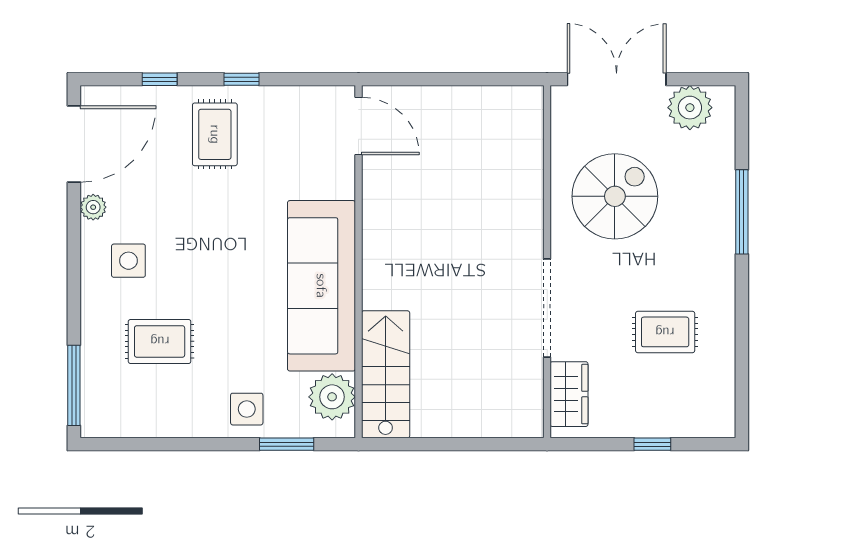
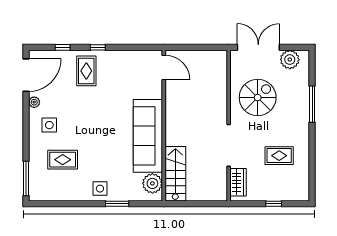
door: (358, 126) -> (164, 67), moved
wall: (358, 262) -> (164, 126), moved
sofa: (321, 286) -> (148, 136), moved
stairs: (386, 374) -> (175, 174), moved
plant: (332, 397) -> (152, 183), moved

